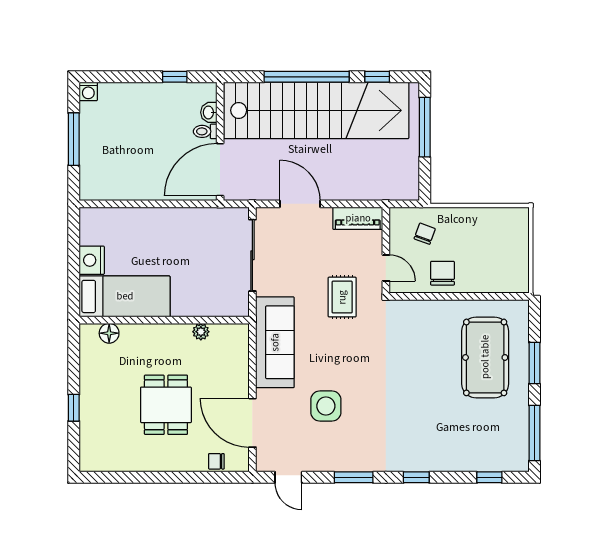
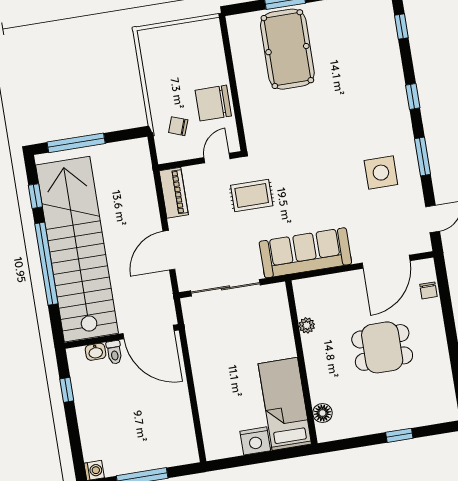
chair: (442, 273) -> (213, 103), width x1.37, depth x1.37
pool table: (485, 357) -> (287, 49), turned 90
side table: (326, 406) -> (381, 173), moved

